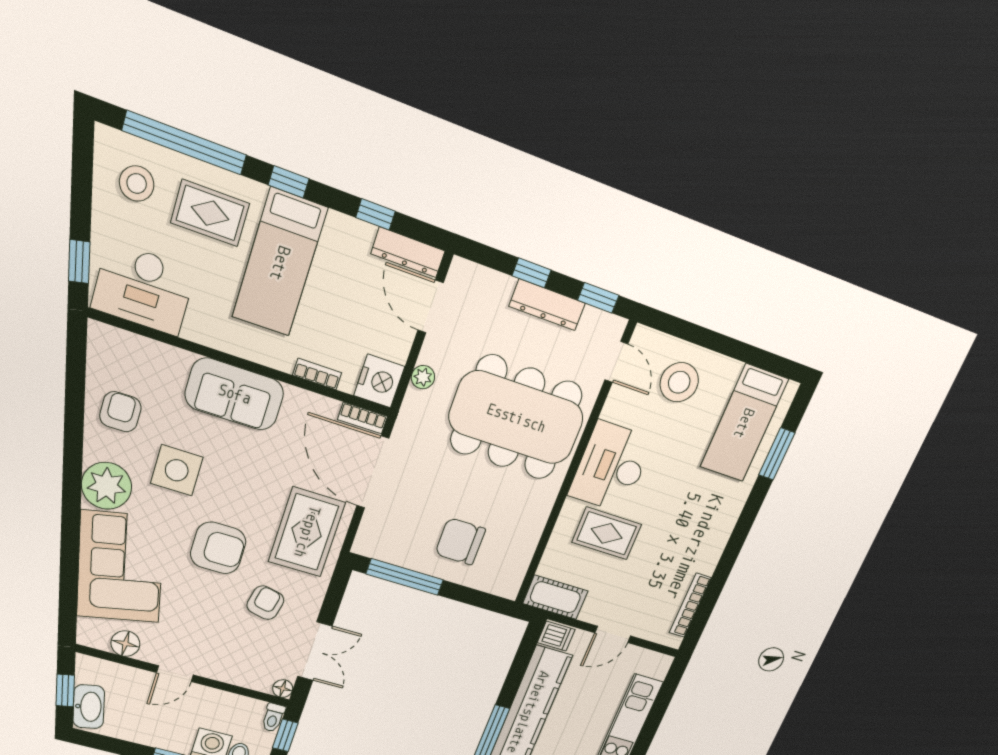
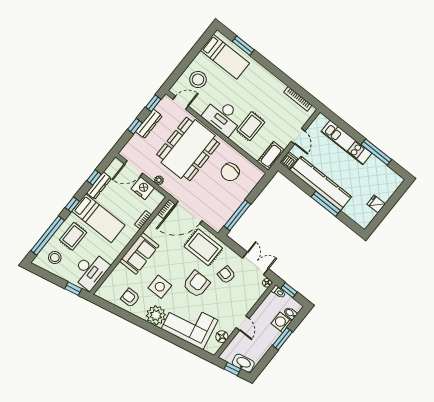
dresser: (408, 252) -> (99, 186), moved
nightstand: (379, 381) -> (143, 188), moved
chair: (460, 541) -> (230, 172), moved

